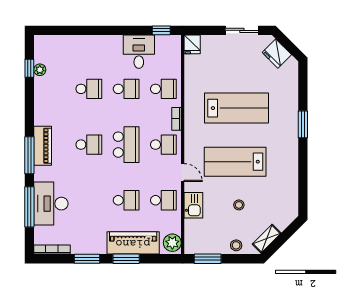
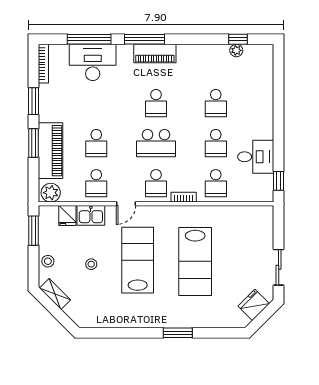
fridge: (192, 44) -> (67, 216), moved, turned -90

